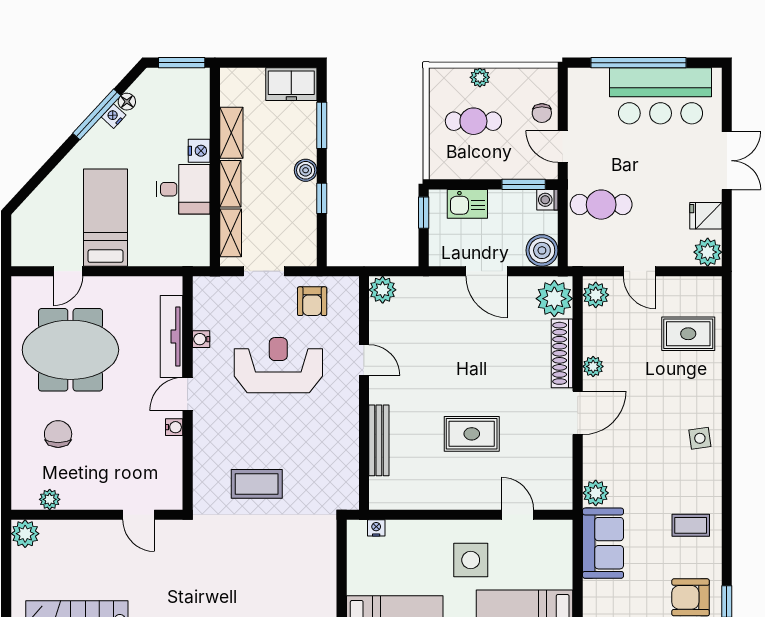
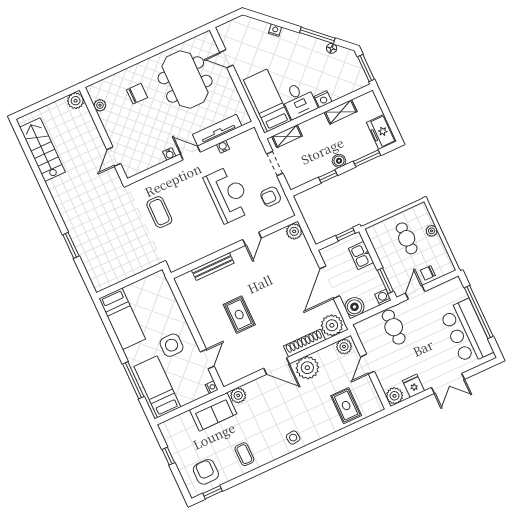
nightstand: (114, 116) -> (275, 30), moved
shelving: (230, 184) -> (313, 124), removed
bed: (105, 218) -> (267, 100), moved, turned -90
door: (486, 271) -> (330, 282), width x1.36
plant: (593, 366) -> (307, 368), width x1.88, depth x1.88
nightstand: (376, 528) -> (212, 387), moved

